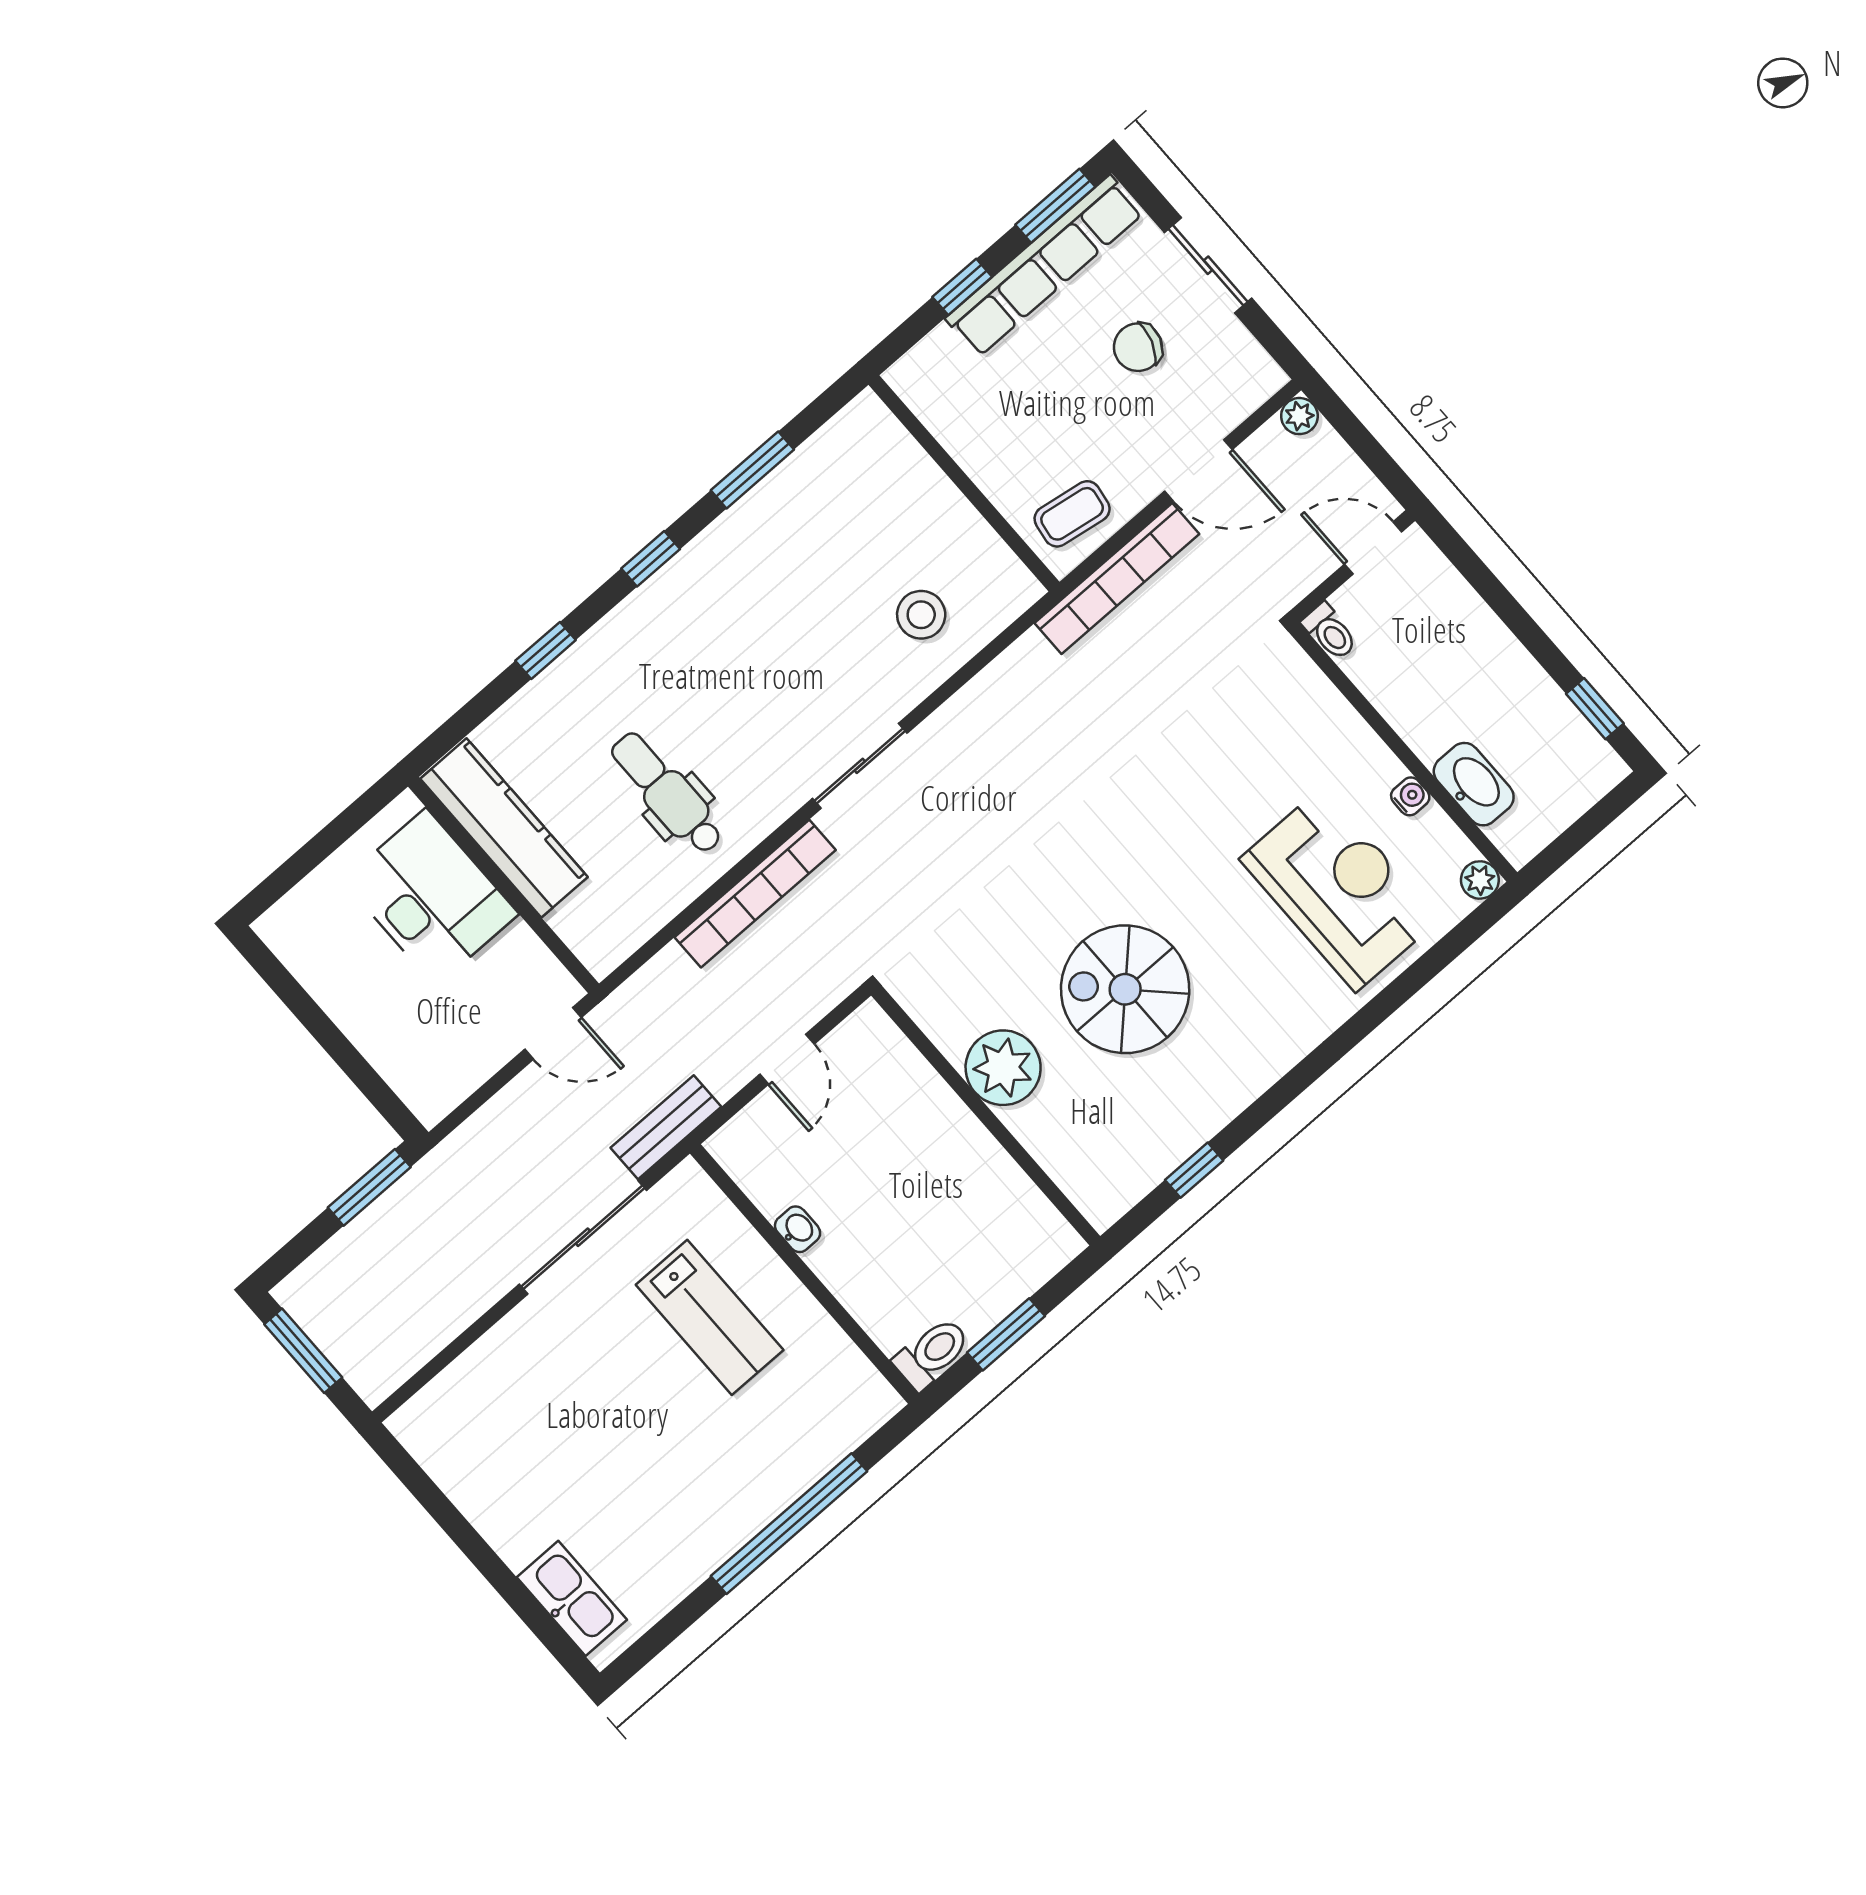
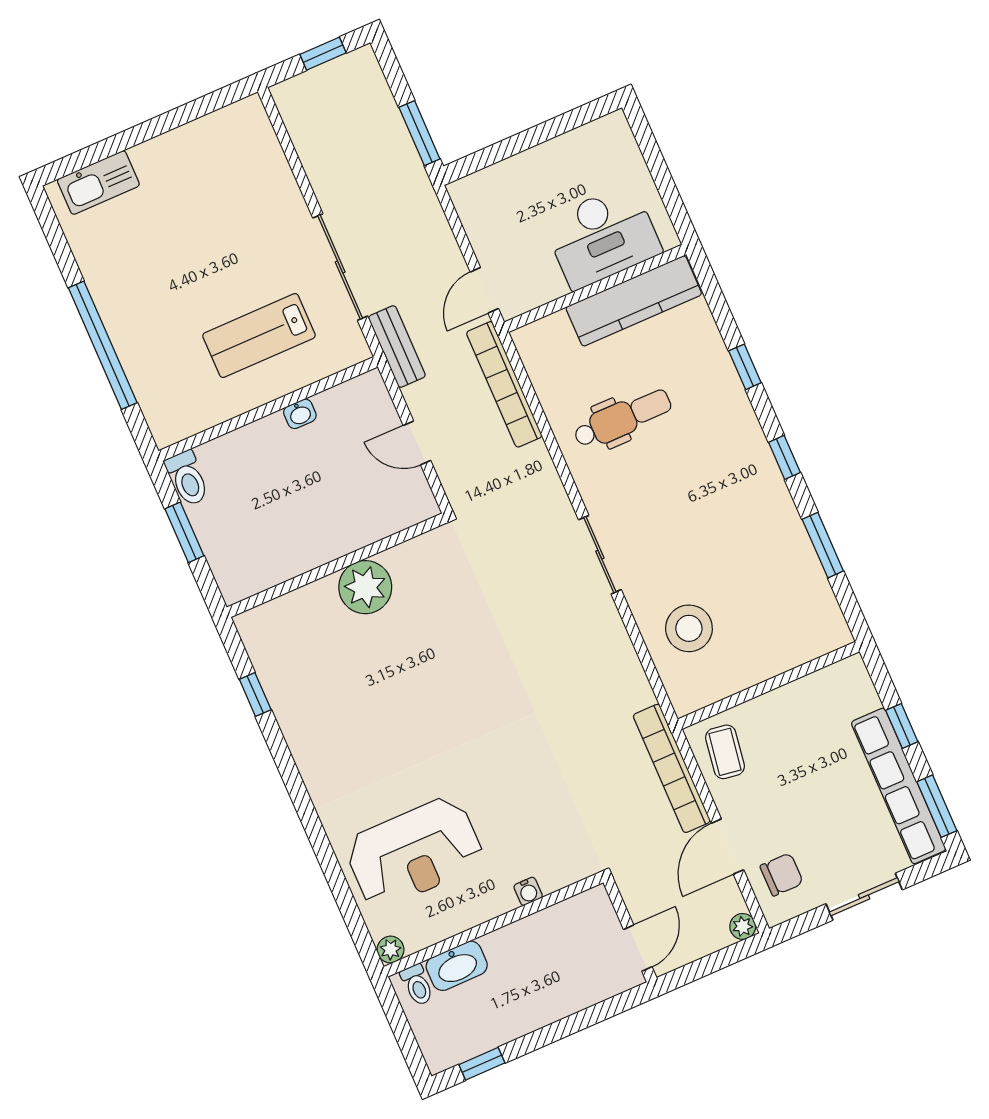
chair: (1138, 347) -> (782, 875), moved, turned 71
stool: (921, 615) -> (689, 628), width x1.38, depth x1.38
toilet: (1330, 632) -> (417, 985), moved, turned -90
water cooler: (1410, 796) -> (528, 891), moved
bookcase: (755, 894) -> (504, 384), moved
spiral stairs: (1125, 989) -> (392, 686), removed
window: (303, 1351) -> (323, 54), width x0.67

